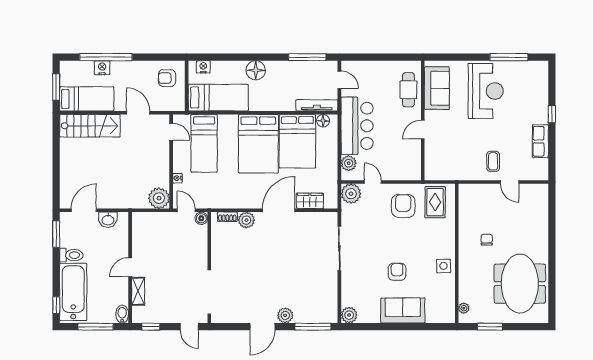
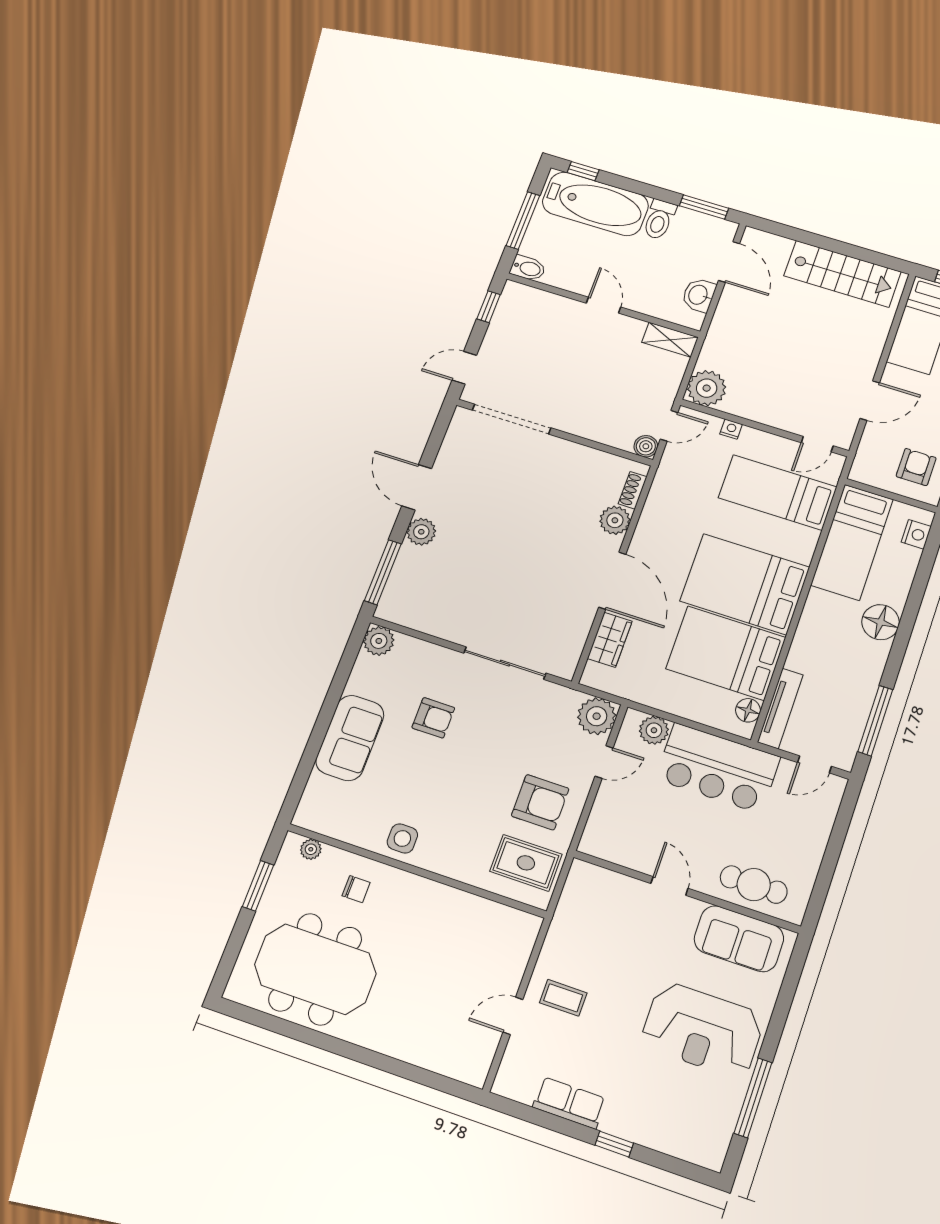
stairs: (90, 126) -> (842, 274), moved, turned -90
chair: (487, 240) -> (356, 889), moved
armchair: (397, 272) -> (433, 718), moved
shelving: (138, 291) -> (670, 340), moved

